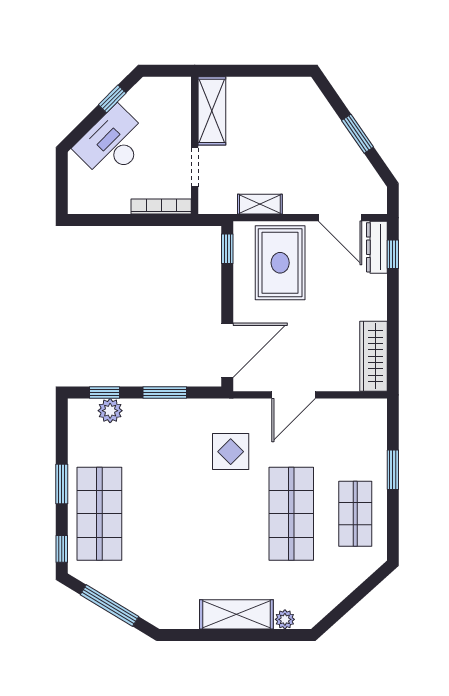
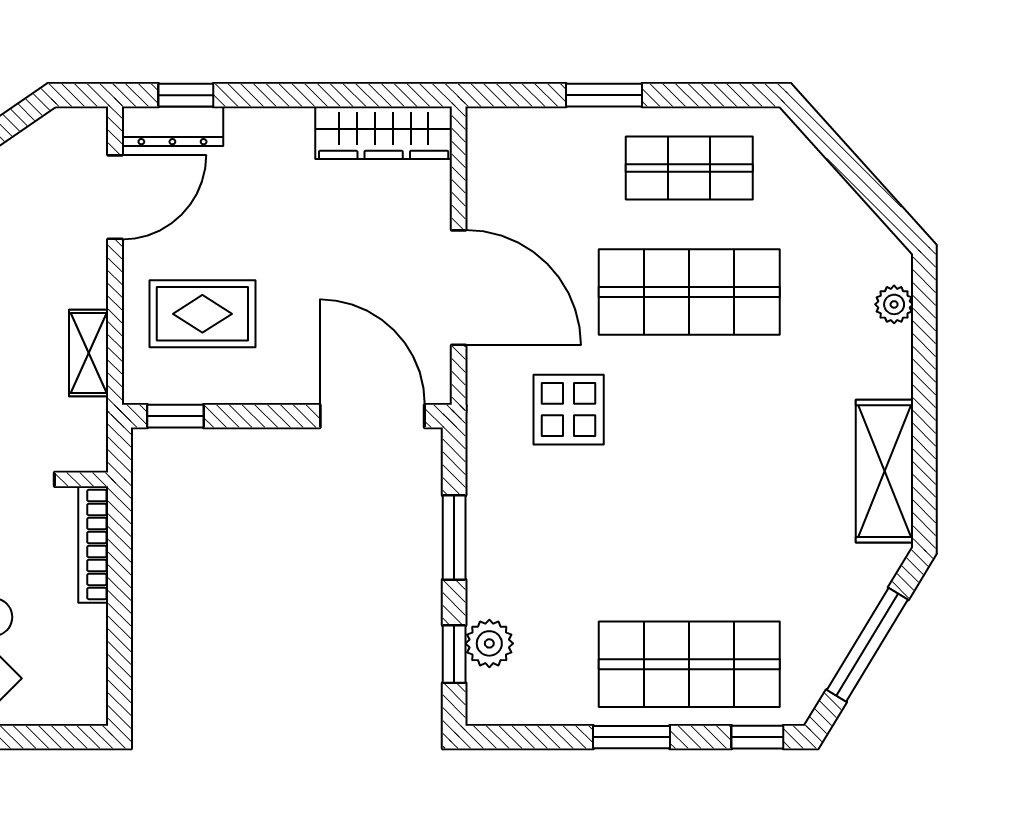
rug: (280, 263) -> (202, 314), width x0.73, depth x0.70
door: (294, 395) -> (459, 288), width x1.36
shelving: (236, 614) -> (884, 471), moved

